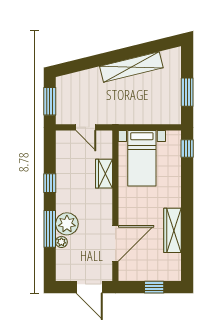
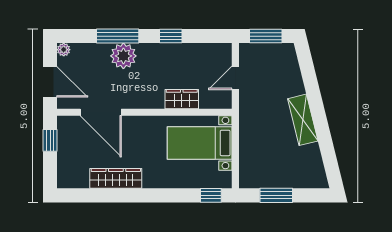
shelving: (131, 67) -> (303, 120), width x0.68
plant: (61, 242) -> (64, 50), moved
door: (89, 287) -> (50, 82), swing flipped
window: (154, 287) -> (50, 140), moved

